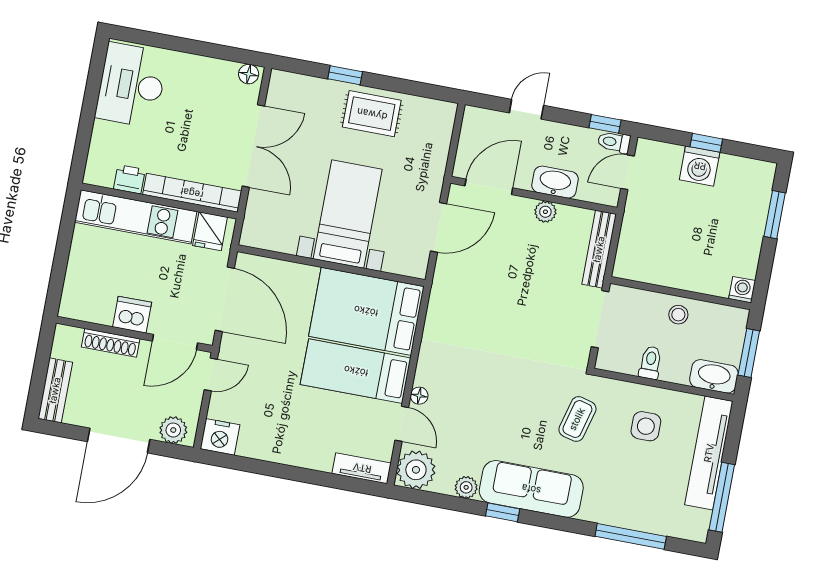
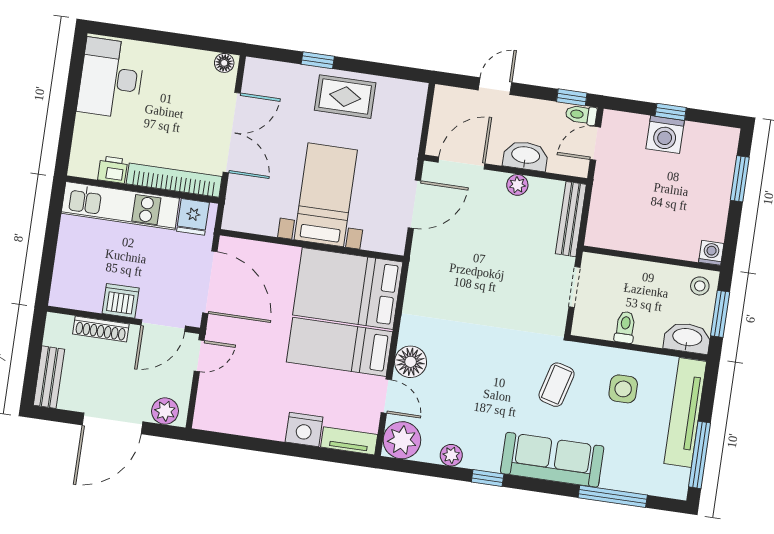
stool: (678, 315) -> (700, 286), moved
doorway: (600, 319) -> (575, 287), width x0.73
floor lamp: (419, 396) -> (411, 362), width x1.89, depth x1.89
nightstand: (220, 437) -> (304, 429), moved
sofa: (531, 489) -> (552, 460), moved

